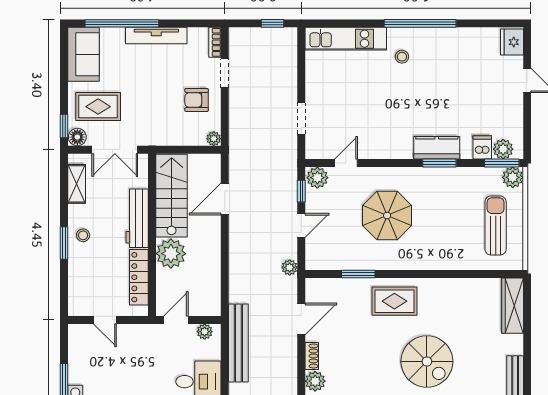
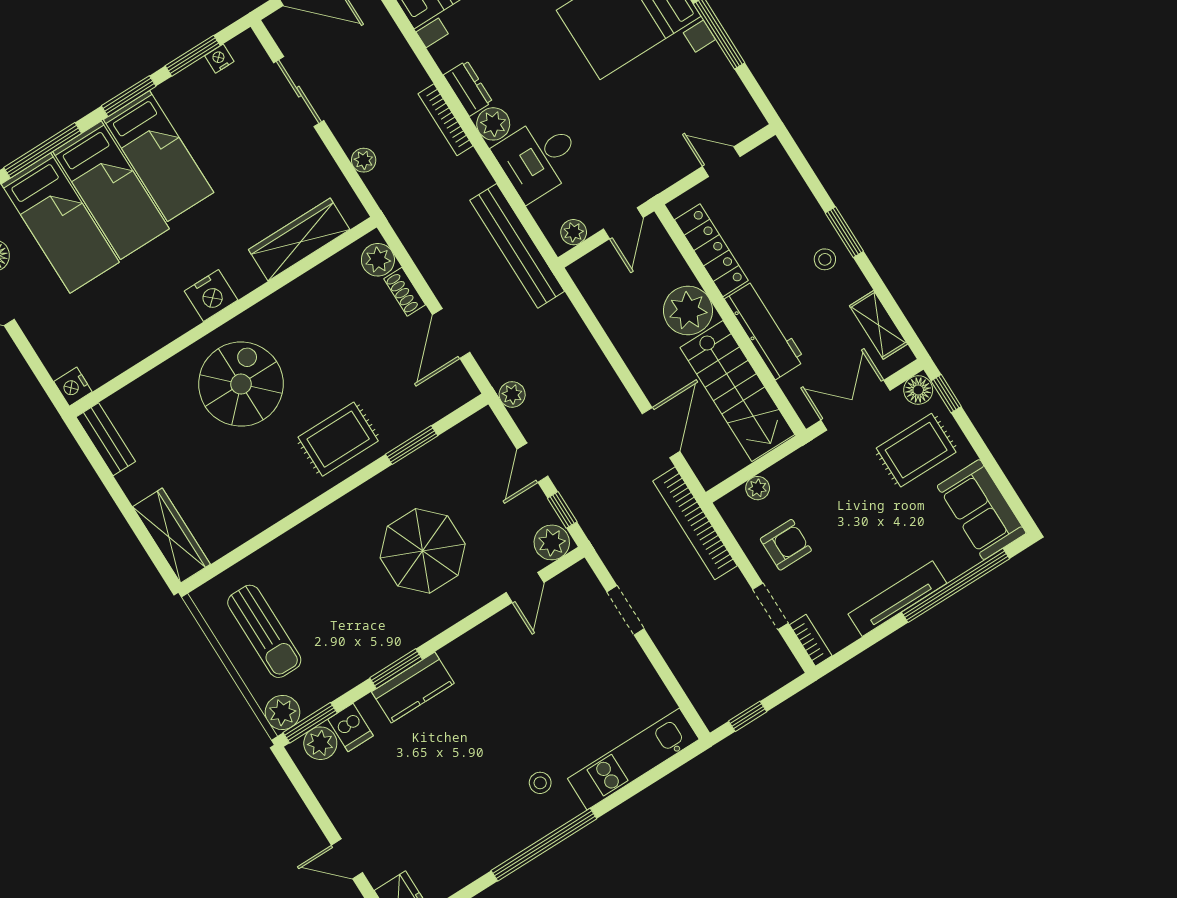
plant: (214, 139) -> (758, 488), moved
bookcase: (237, 141) -> (695, 523), added
spiral stairs: (427, 361) -> (241, 384), turned 90

